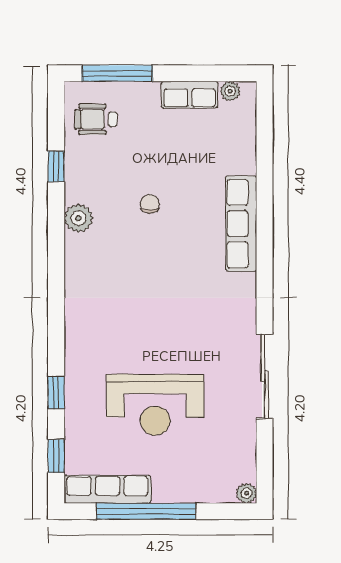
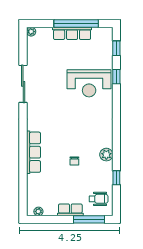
row of seats: (190, 95) -> (70, 210), moved
reception desk: (155, 405) -> (89, 83), moved, turned 180
row of seats: (107, 489) -> (72, 33), moved

